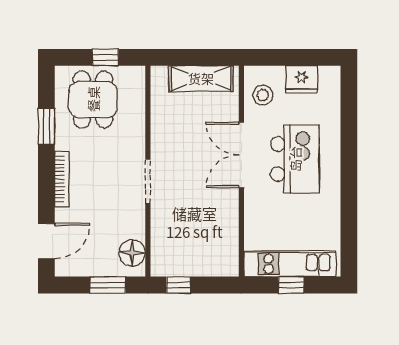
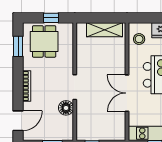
window: (46, 126) -> (18, 46), moved
double door: (241, 155) -> (127, 93), moved
floor lamp: (132, 253) -> (66, 108), moved

